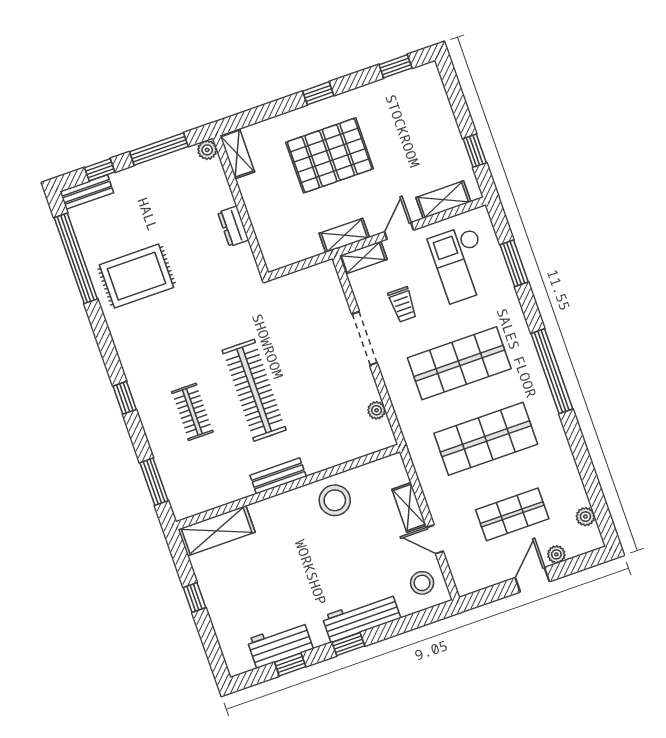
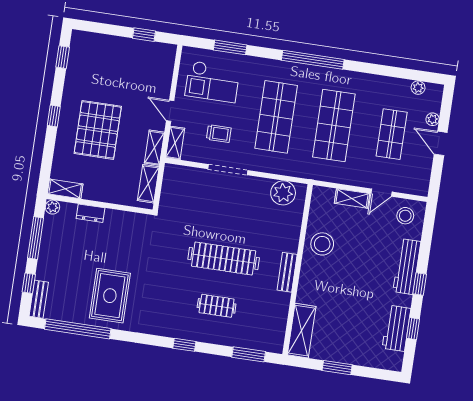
shelving: (443, 200) -> (148, 184), moved
dresser: (233, 226) -> (91, 213), moved
plant: (376, 410) -> (283, 193), width x1.88, depth x1.88
window: (195, 597) -> (337, 368), width x1.50

